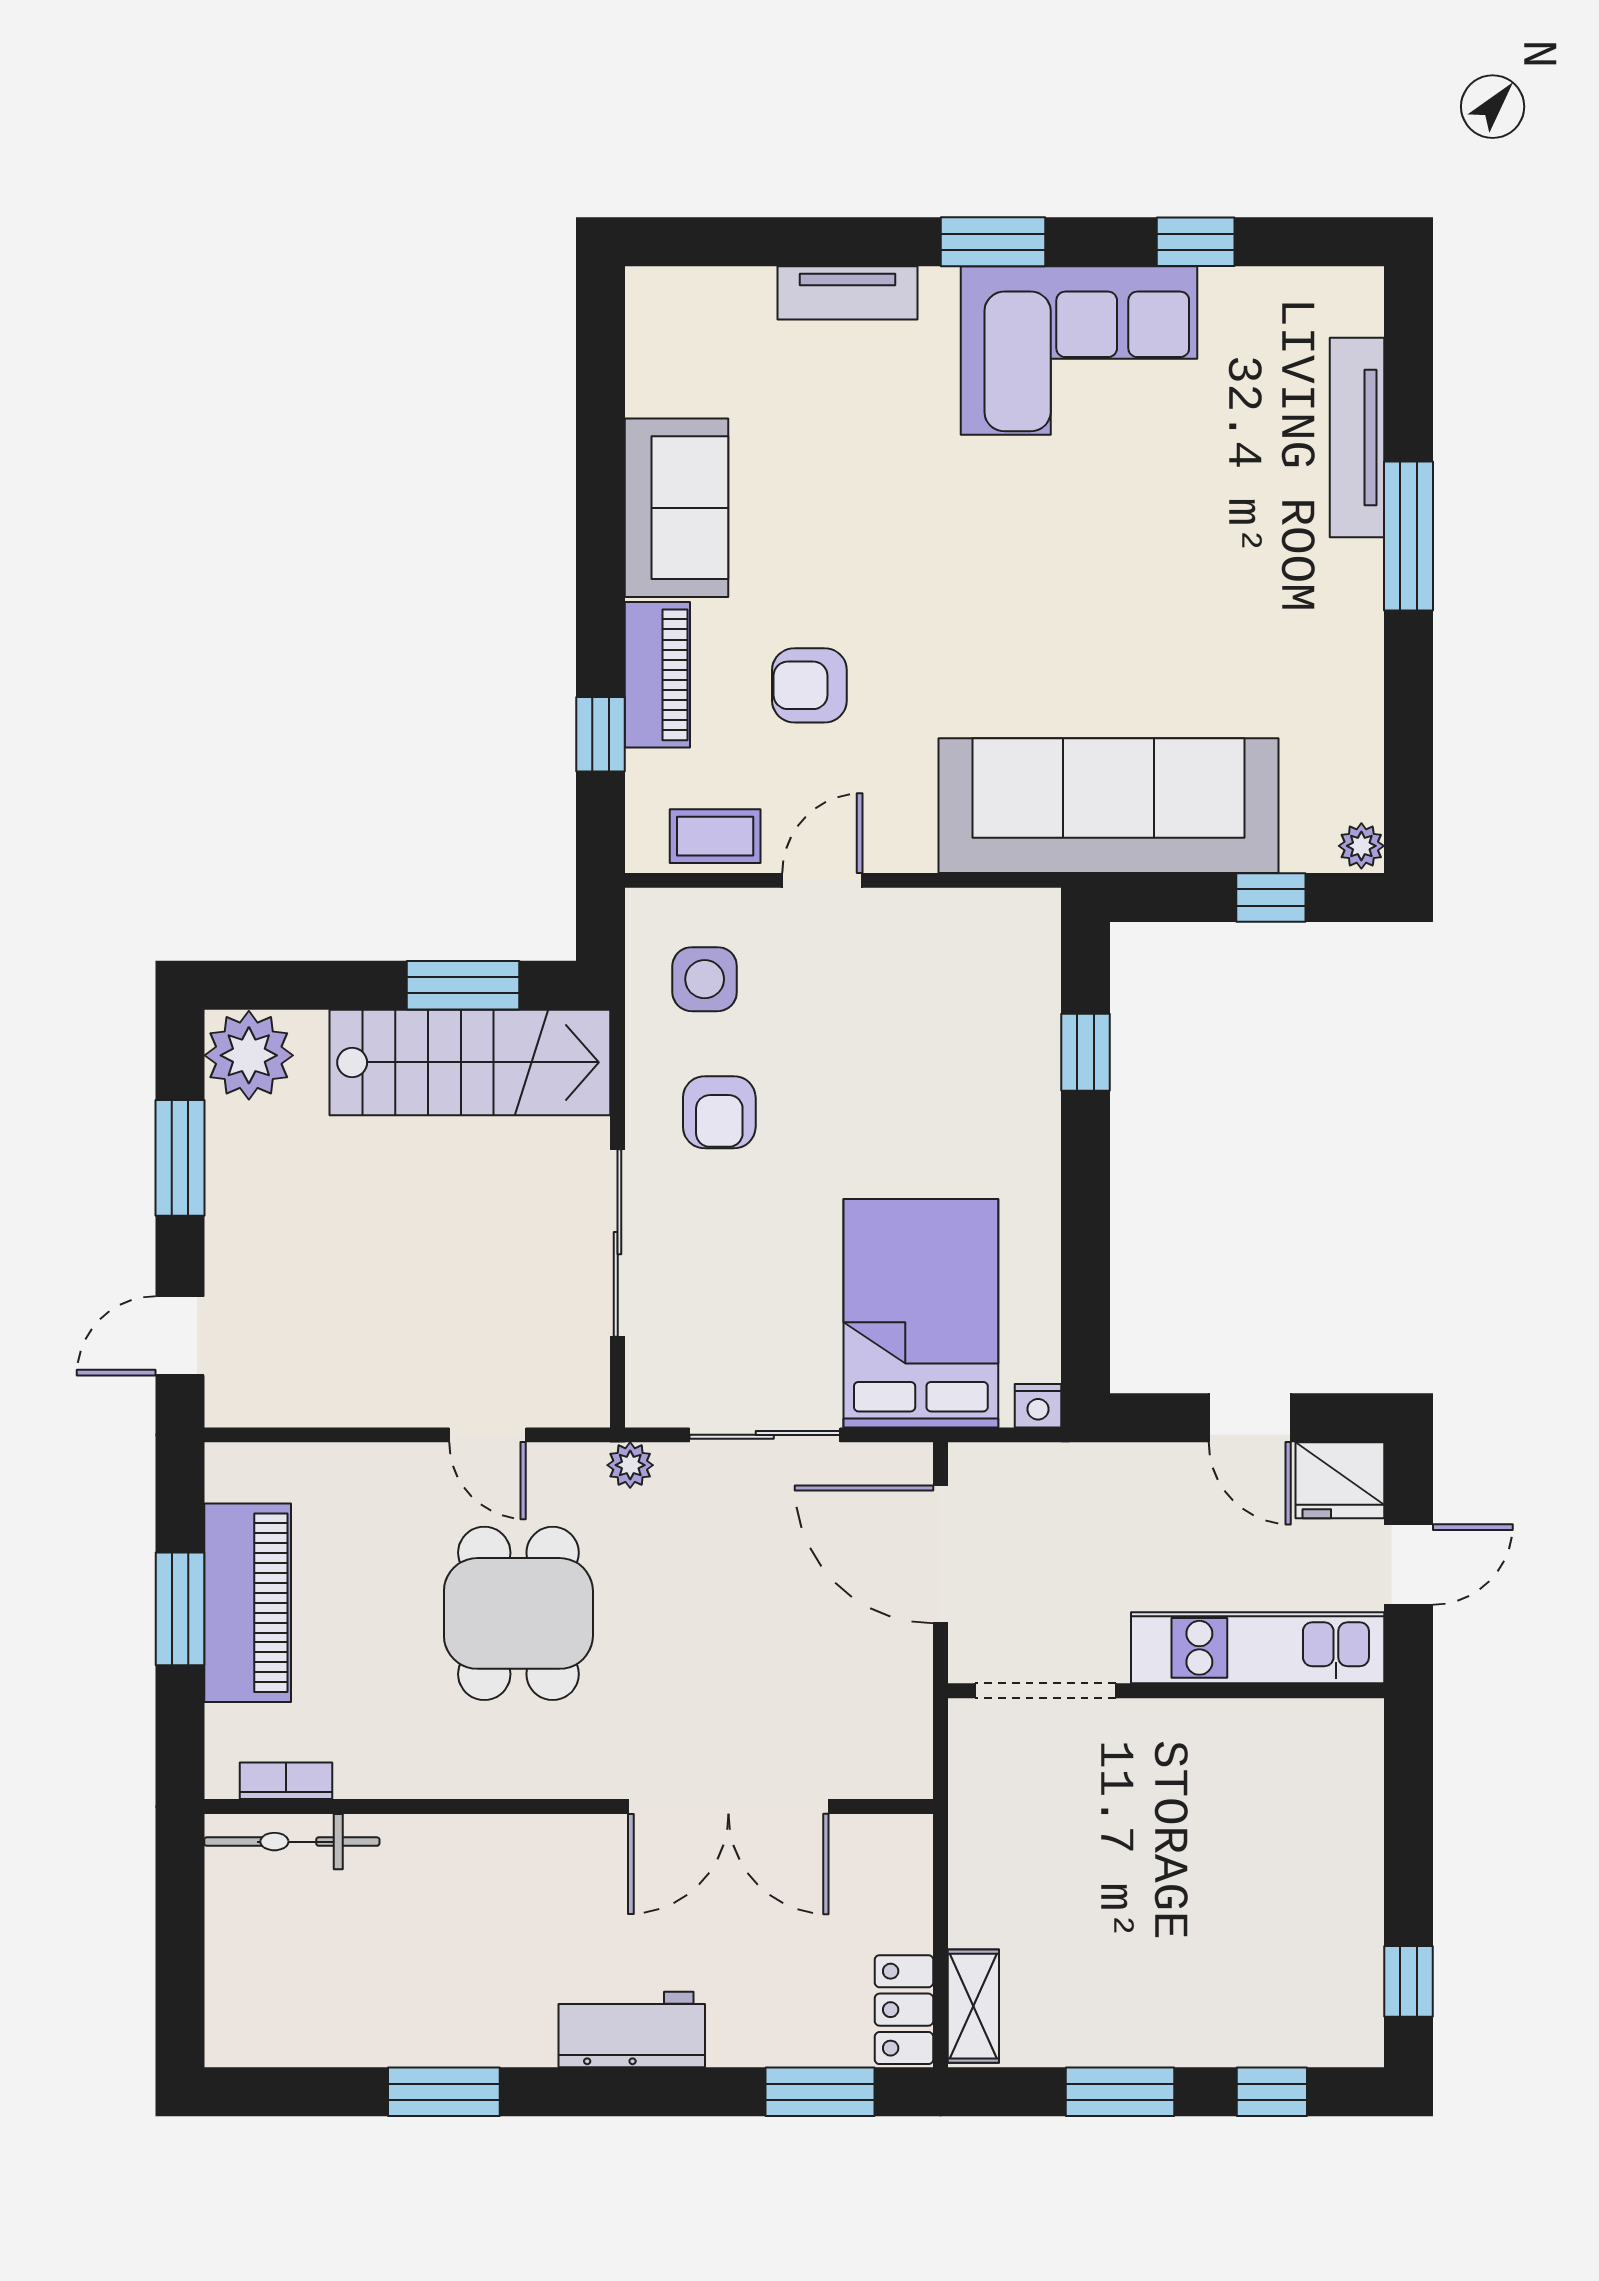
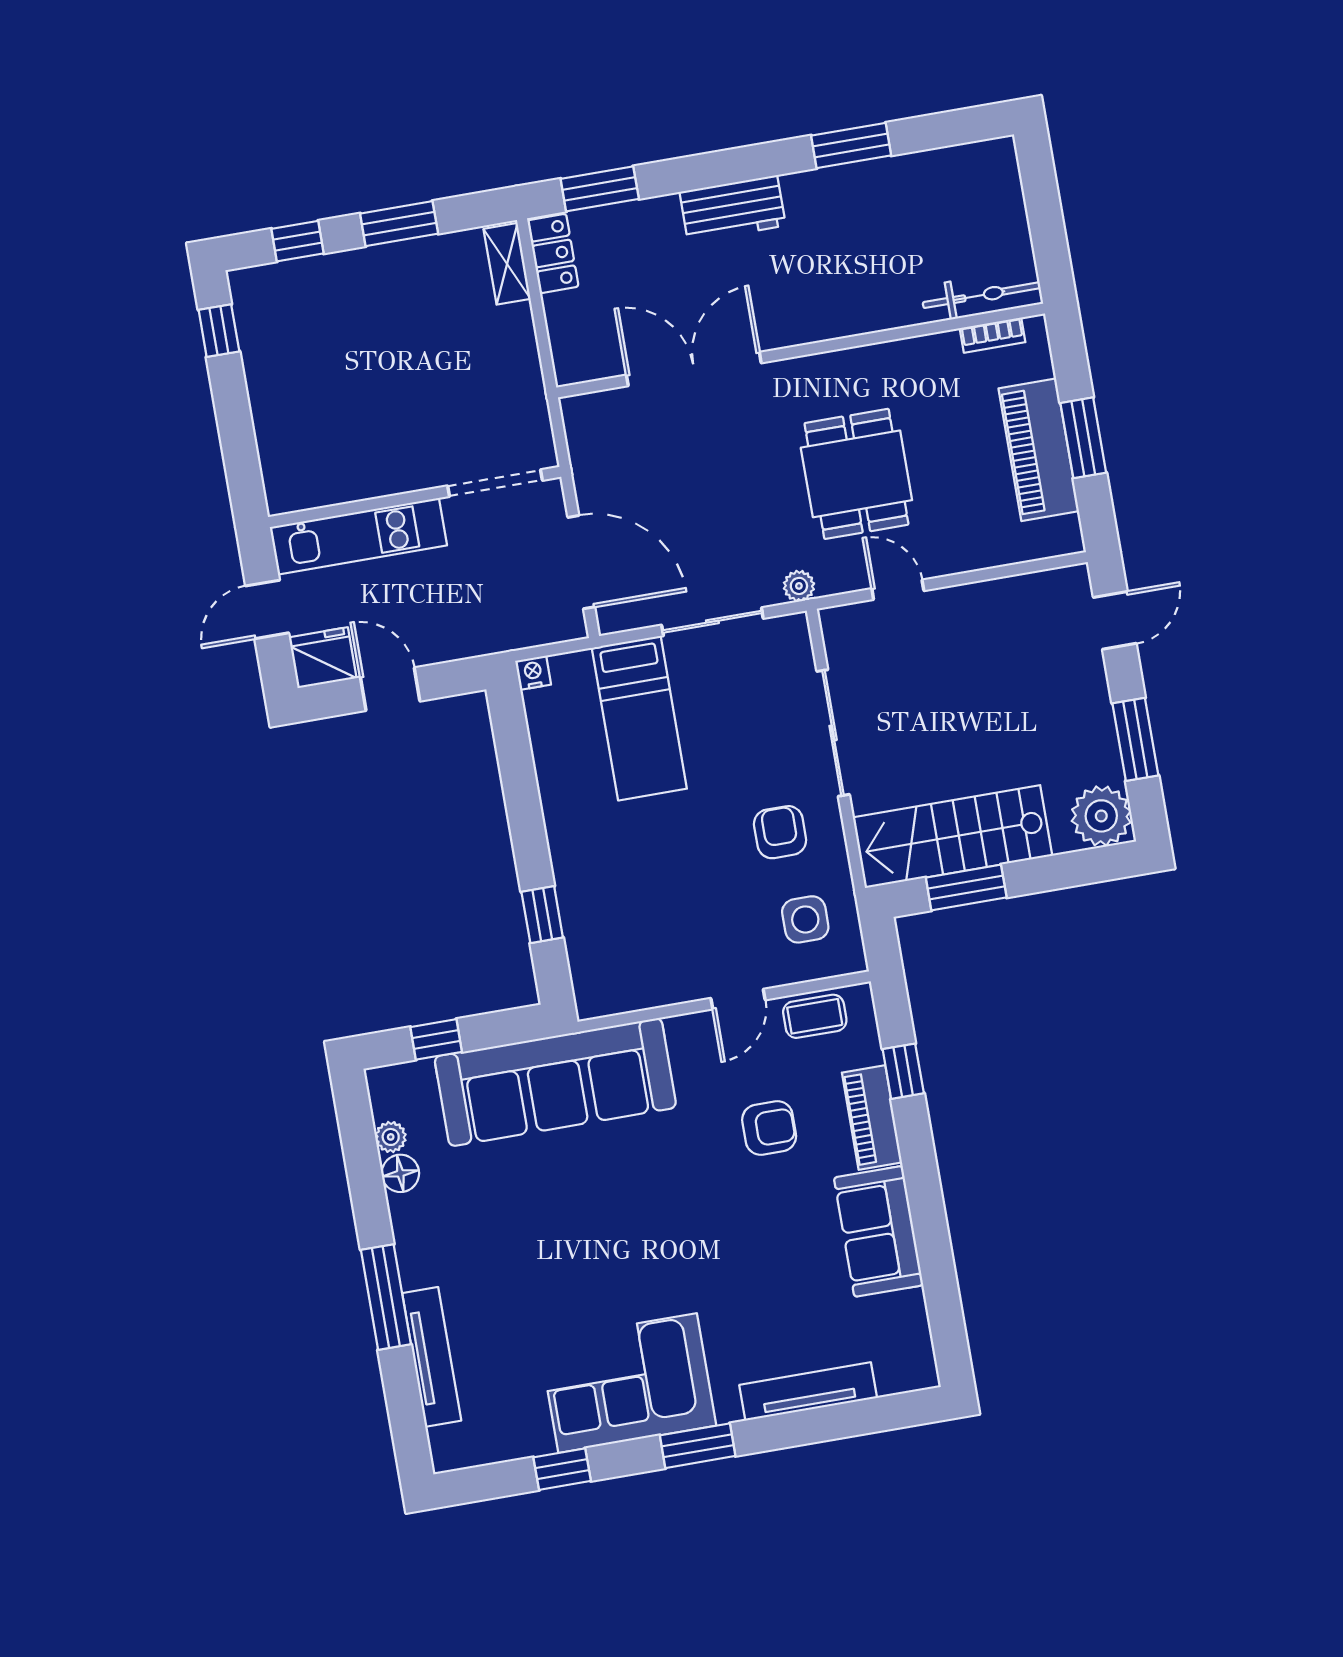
tv unit: (847, 293) -> (808, 1391), width x1.41
floor lamp: (1356, 712) -> (400, 1173), added
plant: (1361, 846) -> (391, 1137), moved
bed: (921, 1313) -> (639, 718), width x0.67

